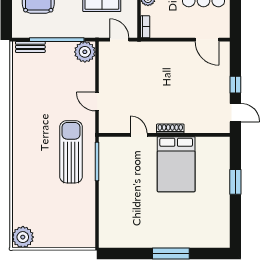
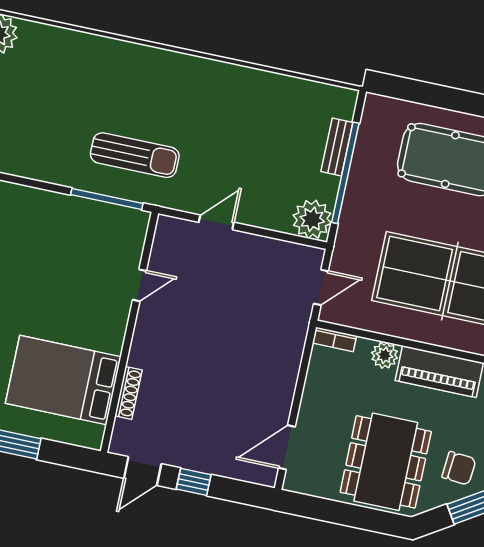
bench: (30, 47) -> (337, 147), moved
shoe rack: (170, 129) -> (129, 393), moved
sun lounger: (71, 152) -> (135, 155), width x0.73, depth x0.75
bed: (176, 164) -> (63, 380), moved

